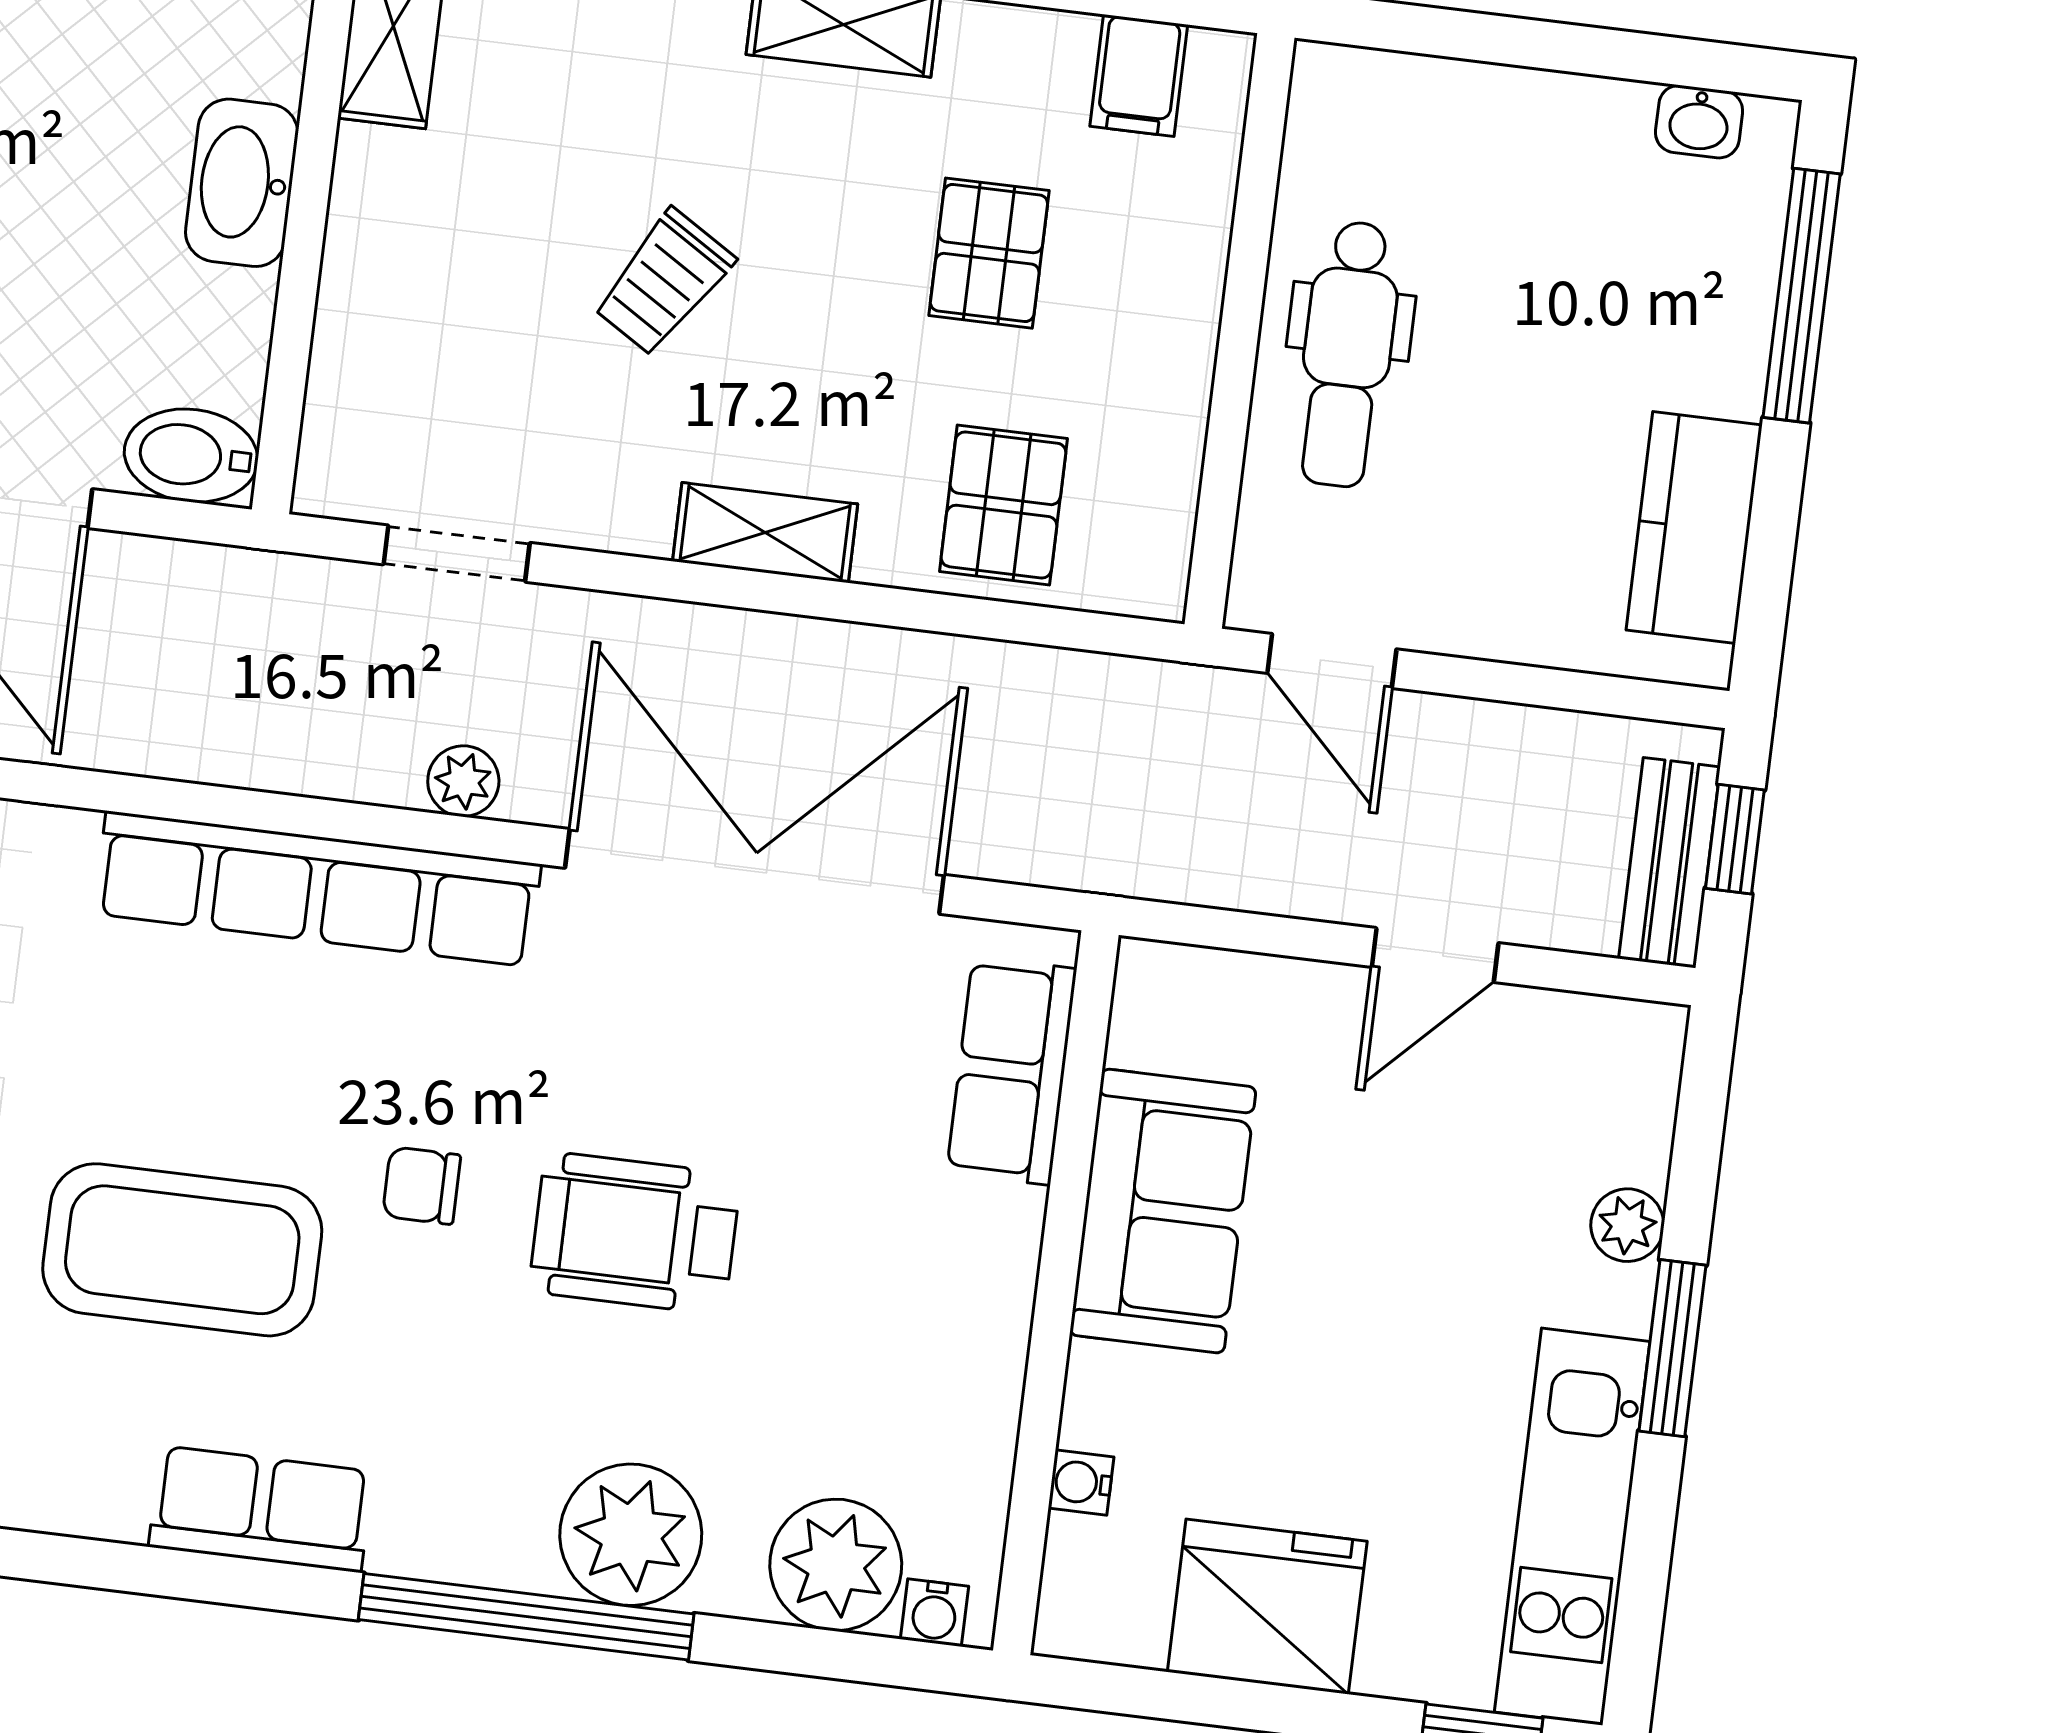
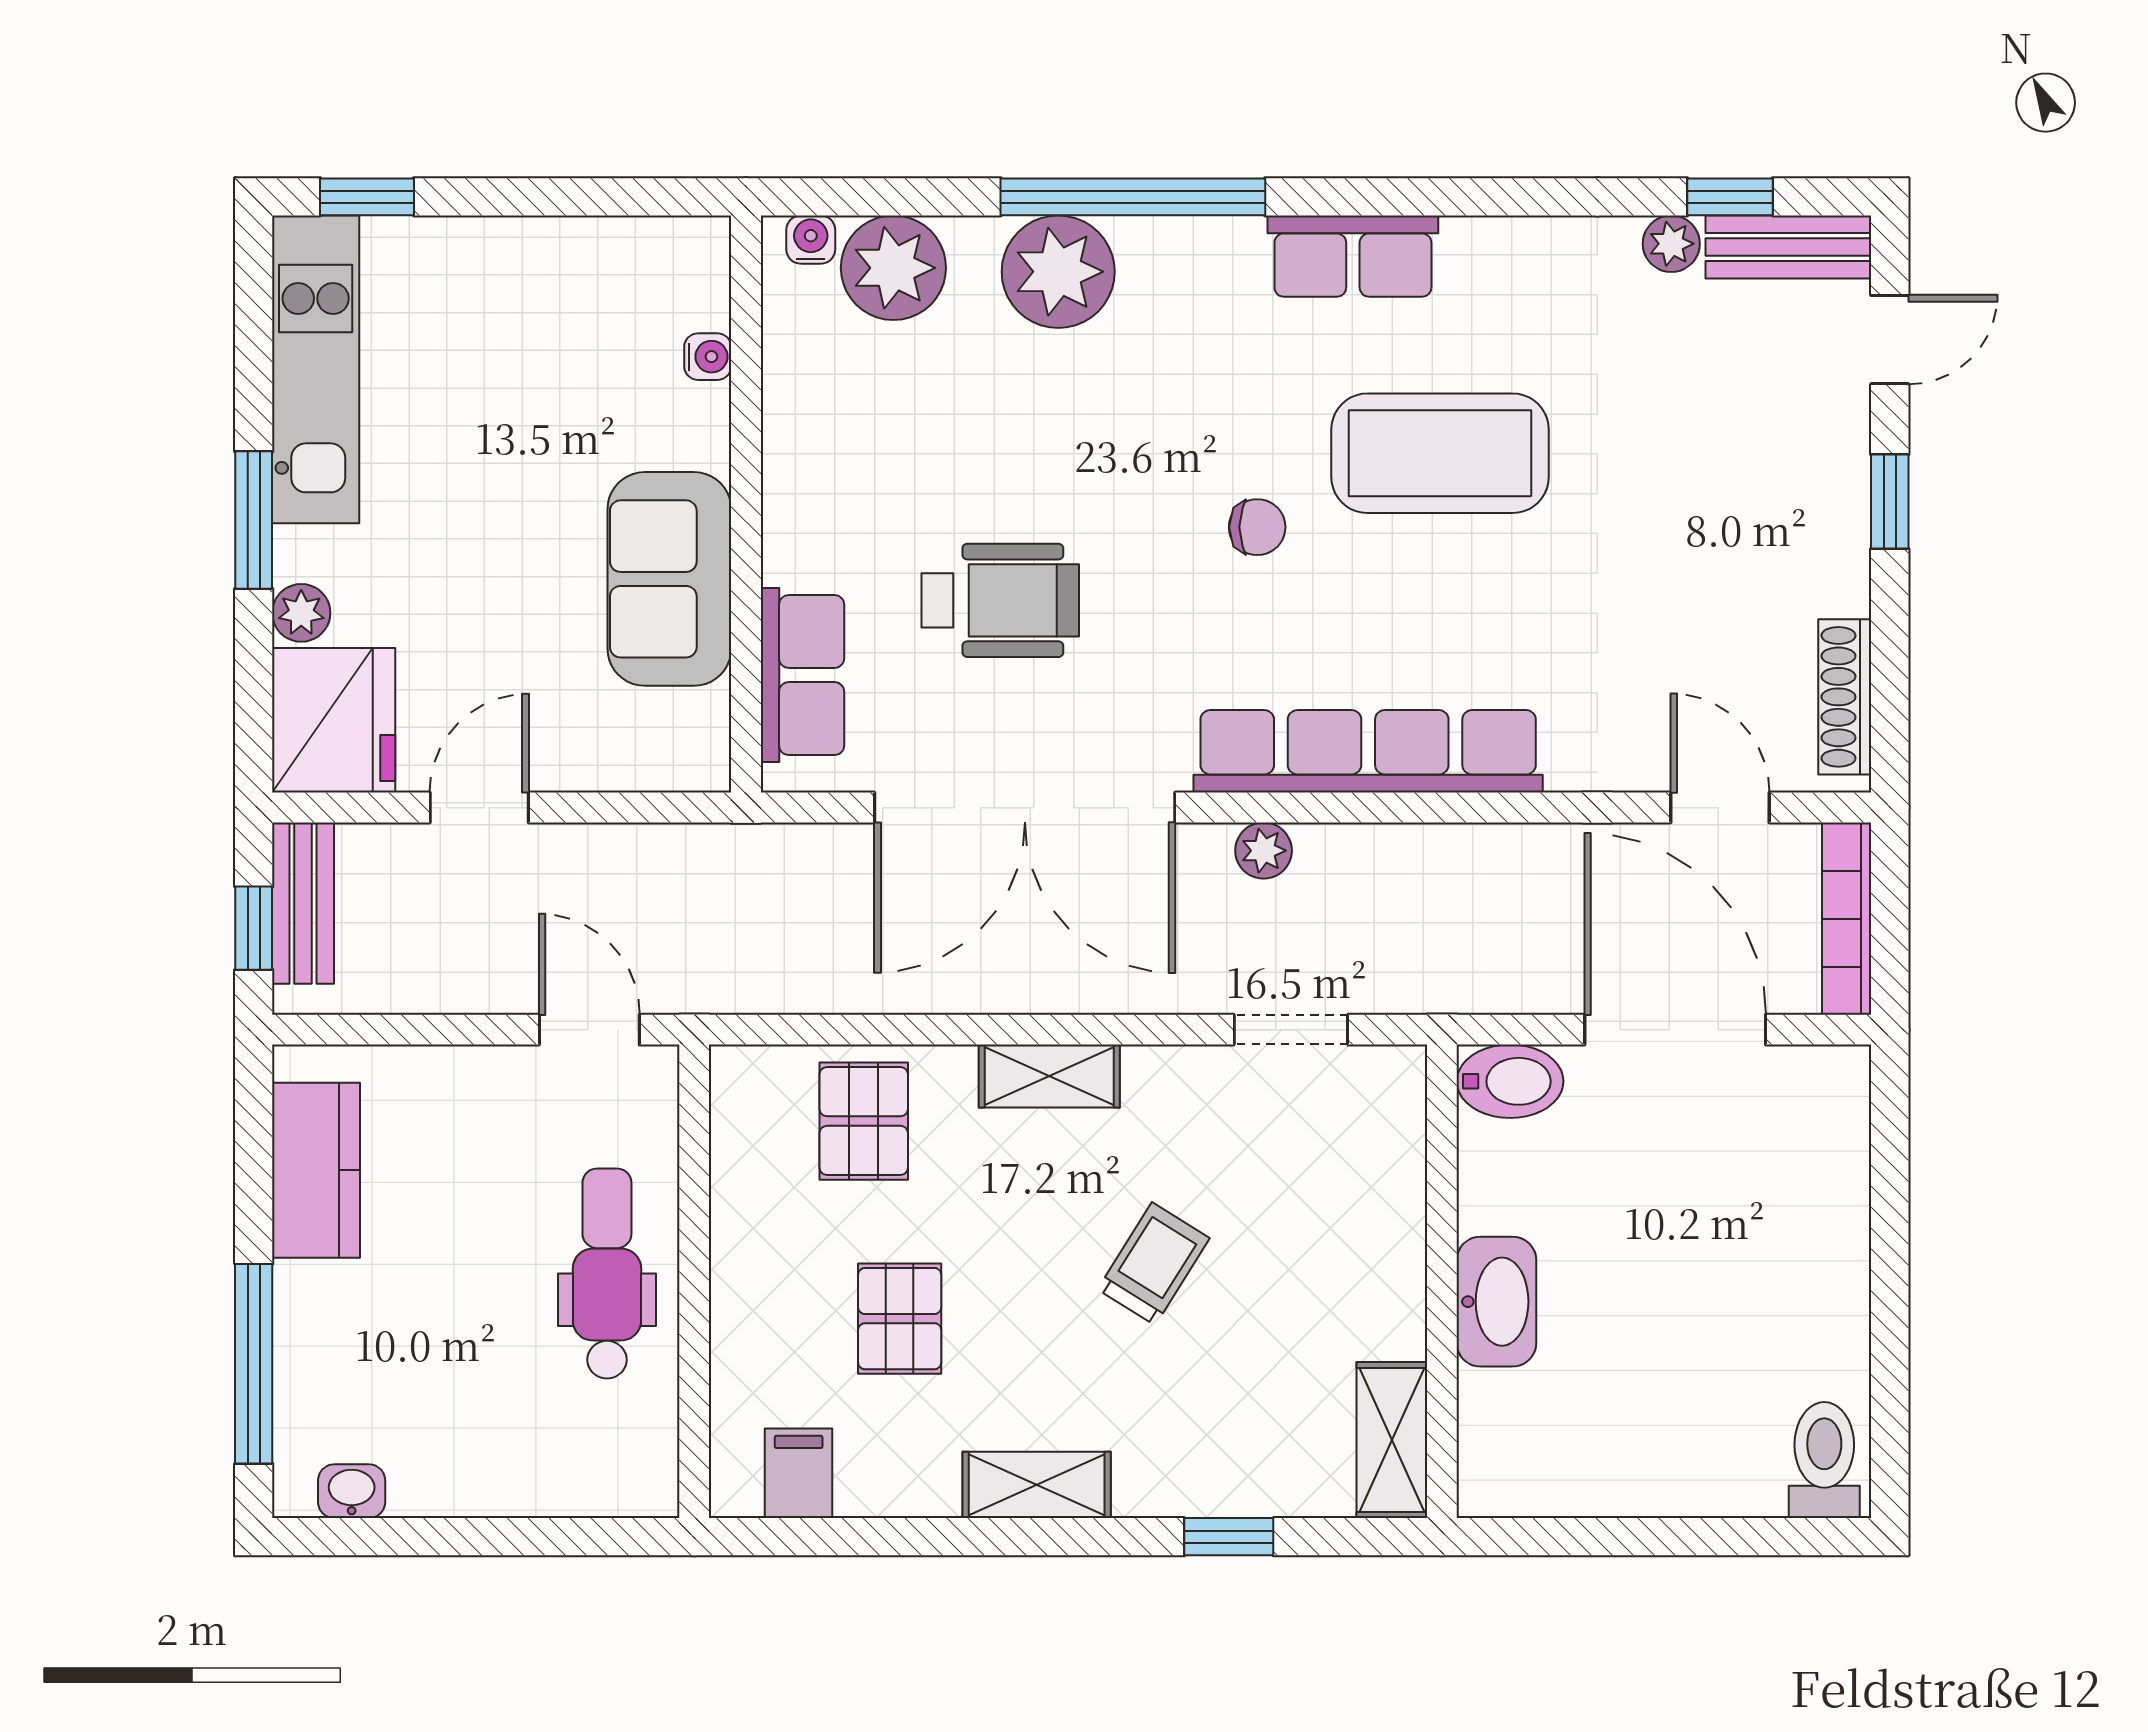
wheelchair: (635, 1233) -> (1000, 600), moved
fridge: (1267, 1607) -> (334, 720), moved, turned -90

